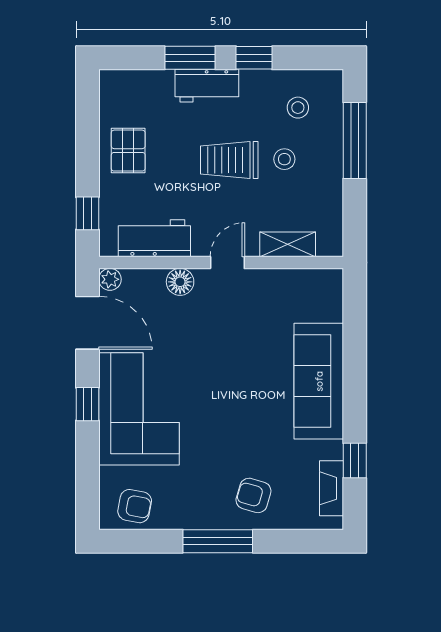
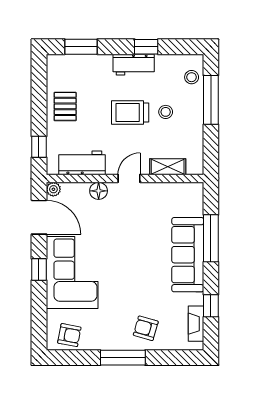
window: (190, 58) -> (81, 47), moved
workbench: (207, 86) -> (134, 65), moved
stool: (298, 108) -> (192, 77), moved
window: (355, 356) -> (211, 238), added

